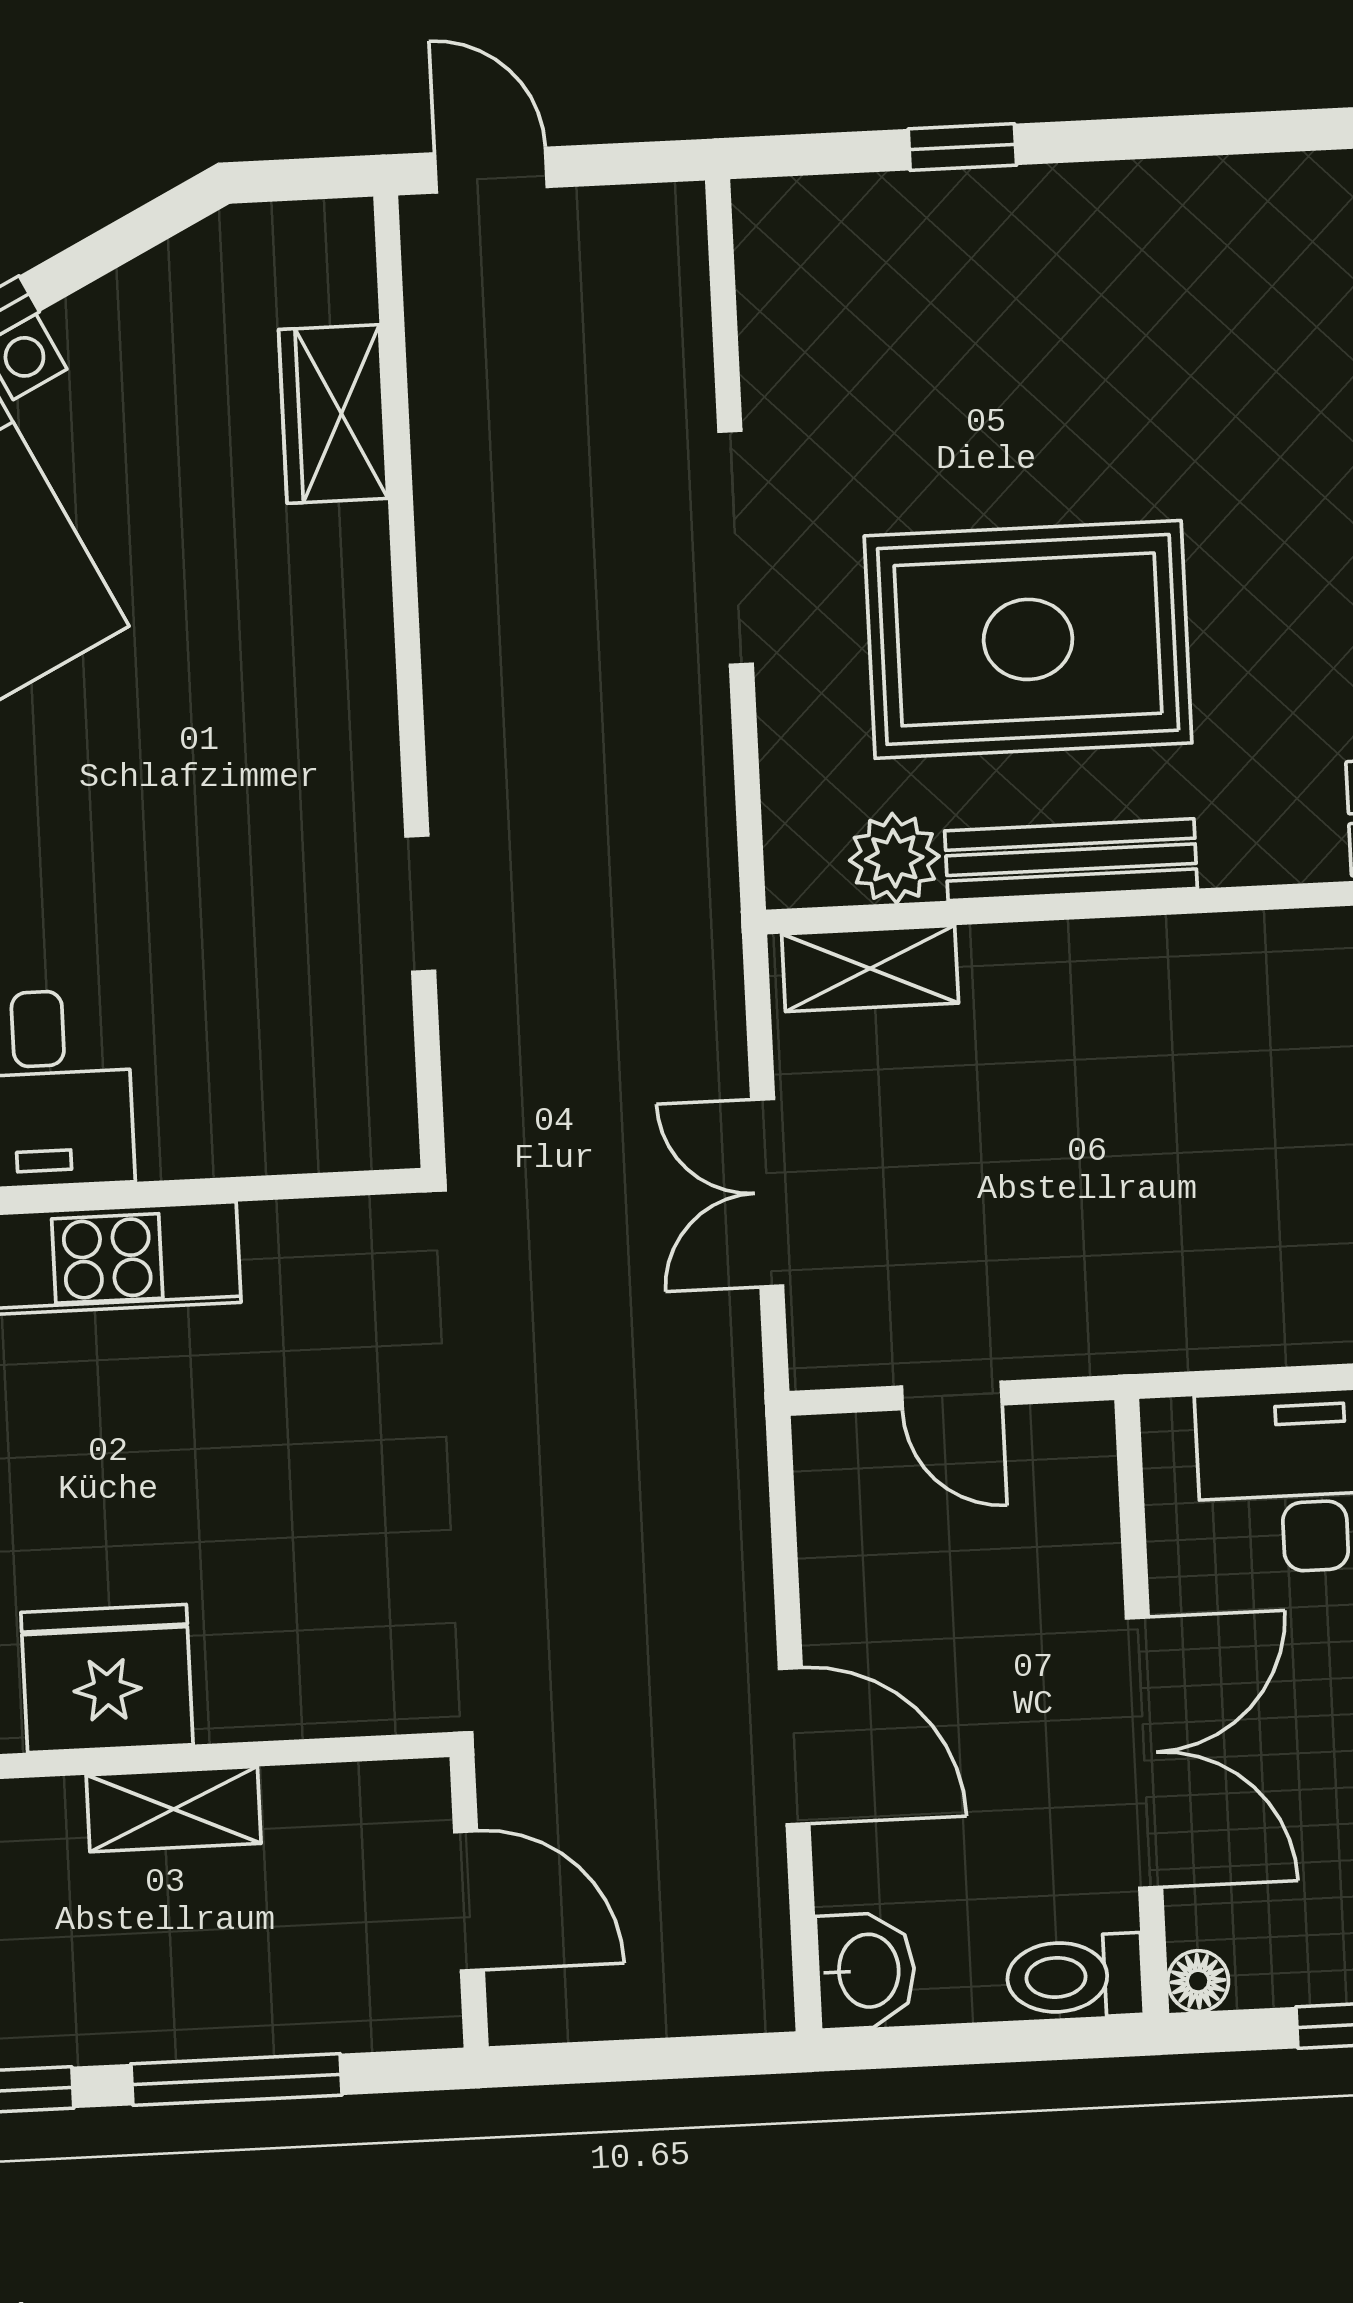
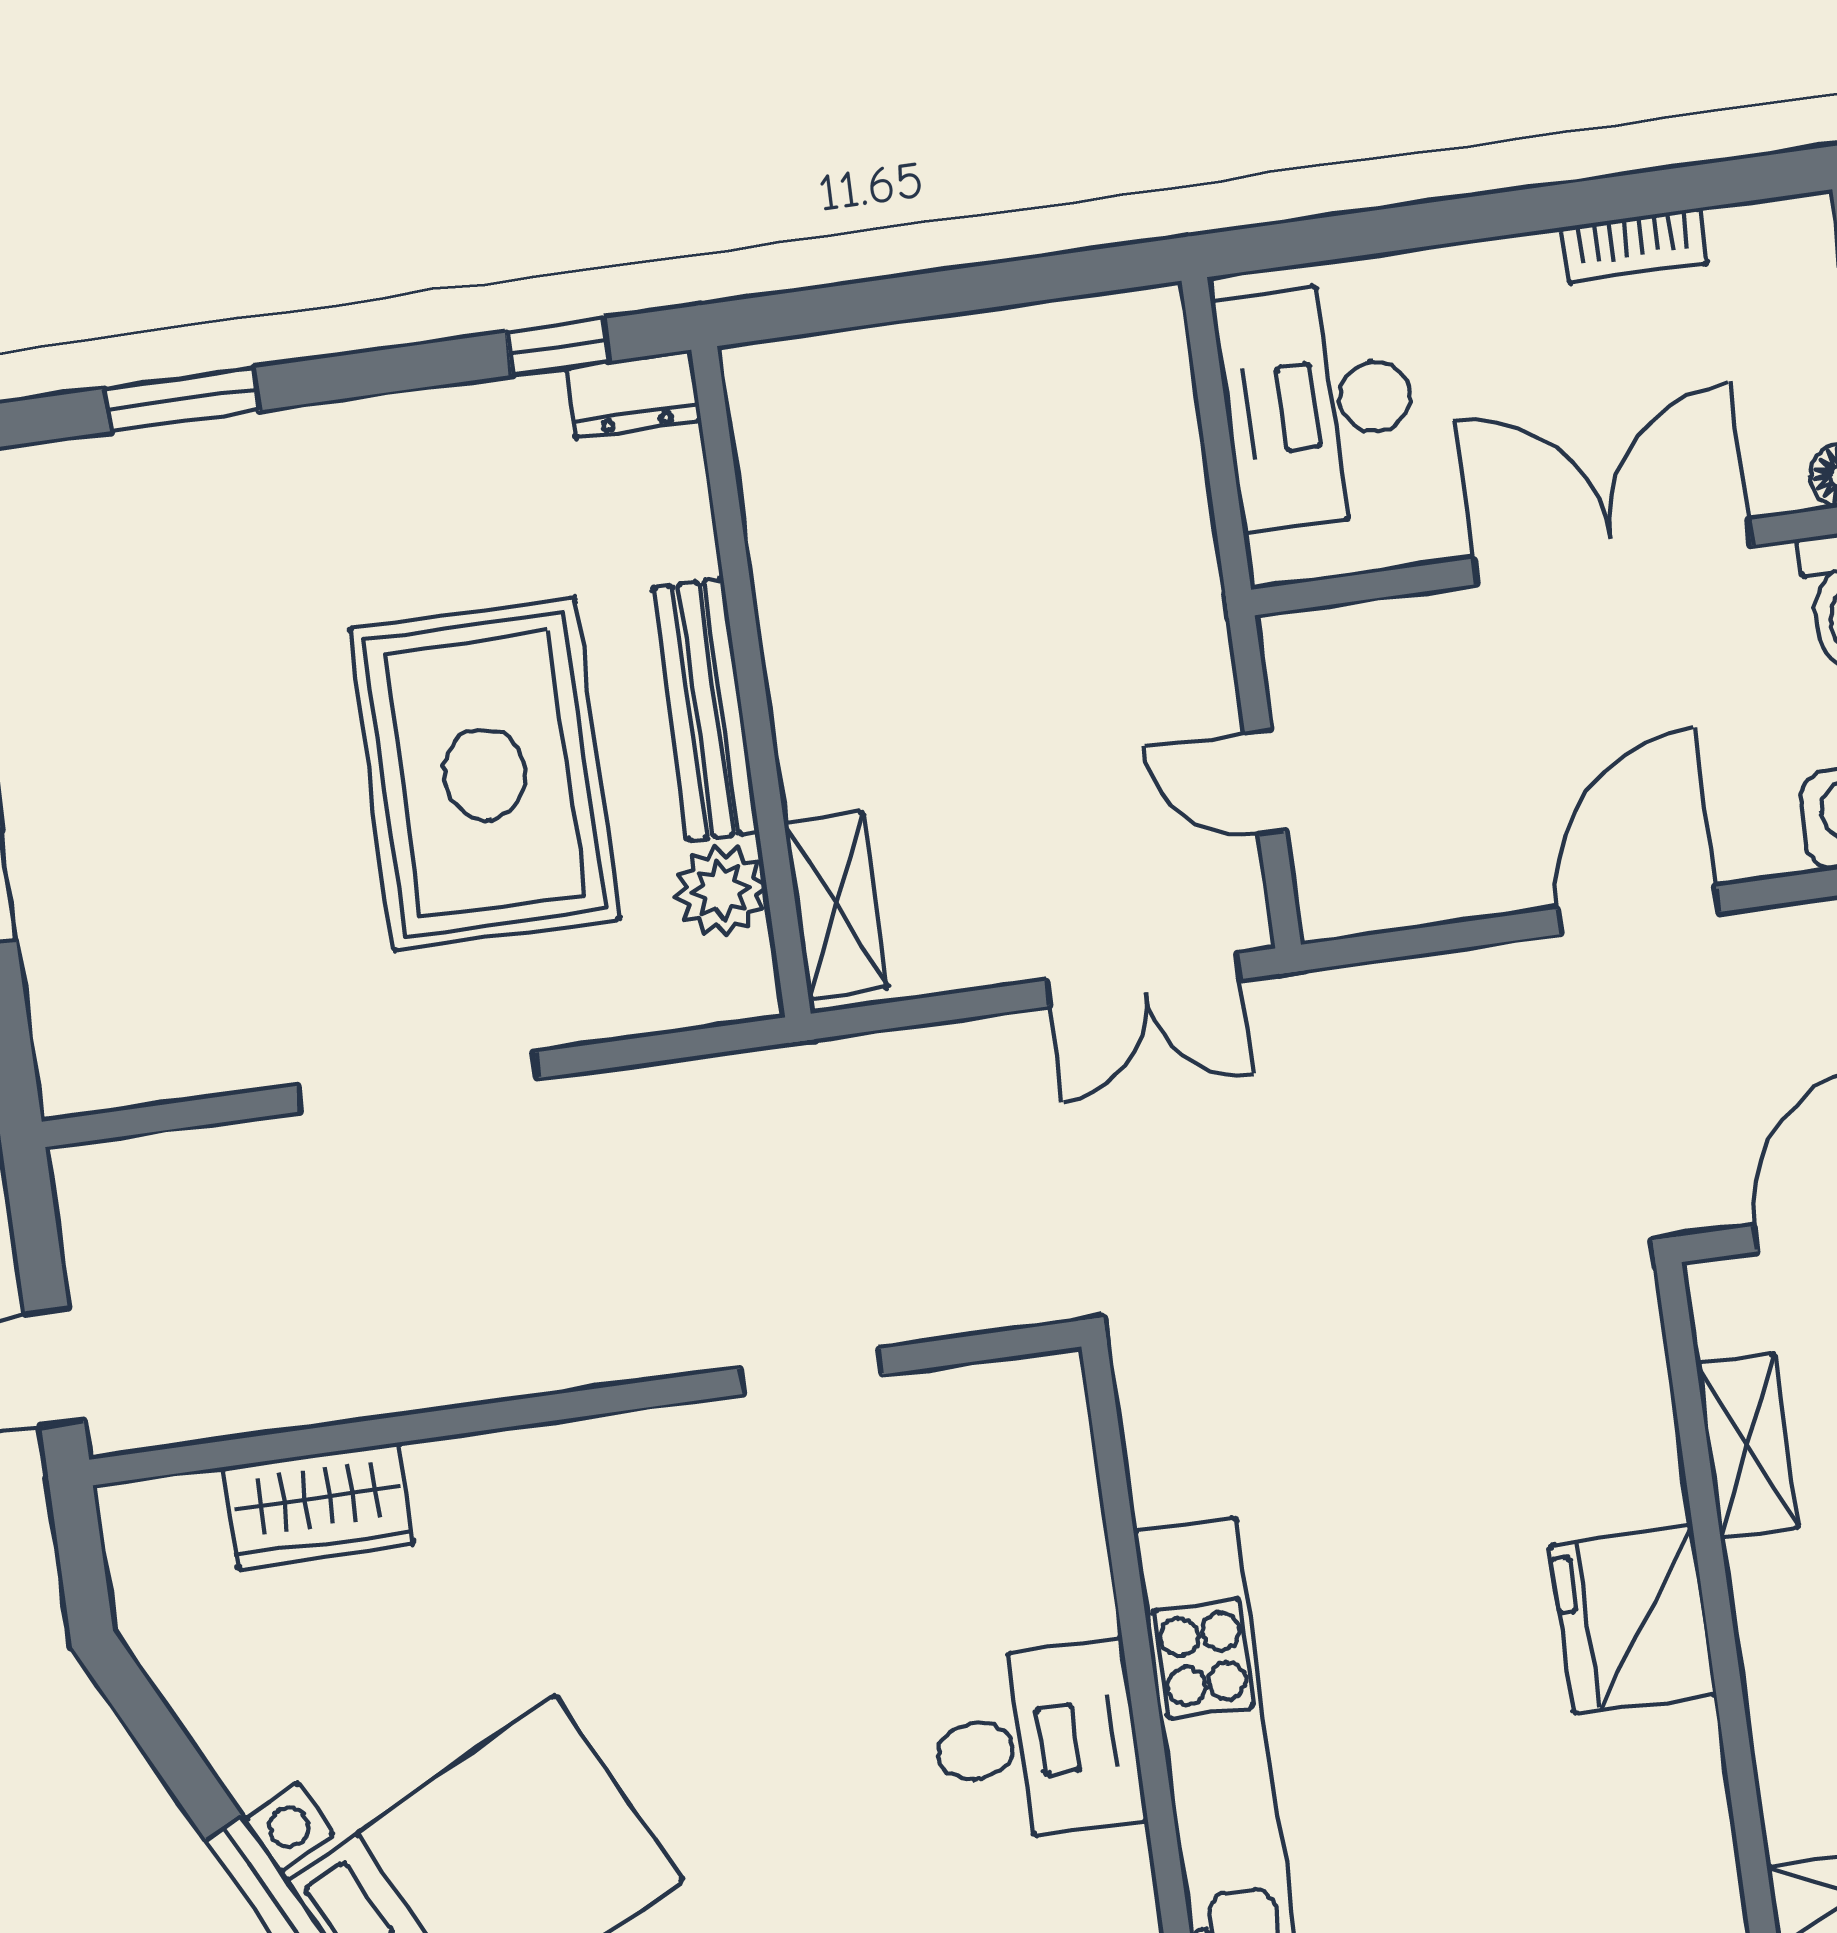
double door: (767, 1193) -> (1143, 980), moved
door: (952, 1395) -> (1265, 782), swing flipped
shelving: (174, 1809) -> (1747, 1445), moved

